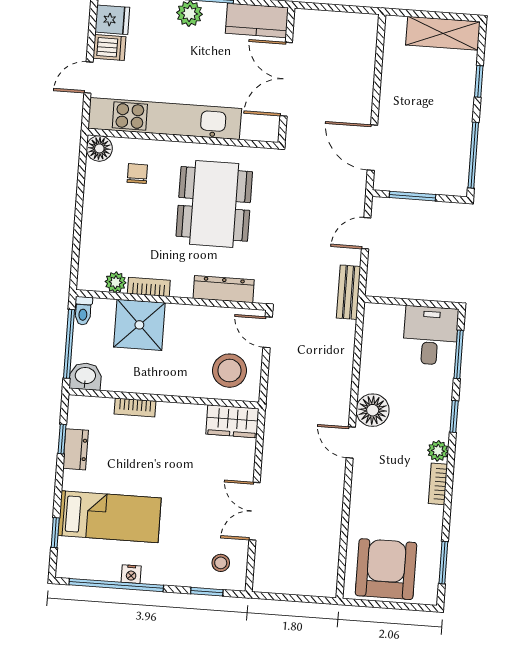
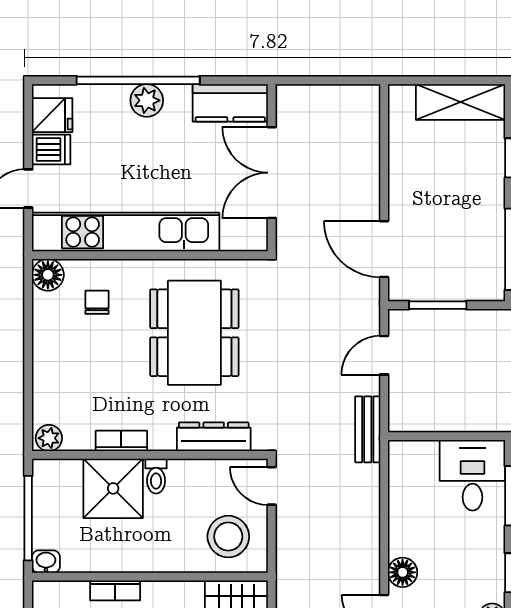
plant: (116, 282) -> (49, 438), moved
toilet: (83, 311) -> (156, 476), moved
washbasin: (85, 376) -> (46, 562), width x0.72, depth x0.69
floor lamp: (373, 410) -> (403, 572), width x0.73, depth x0.73

